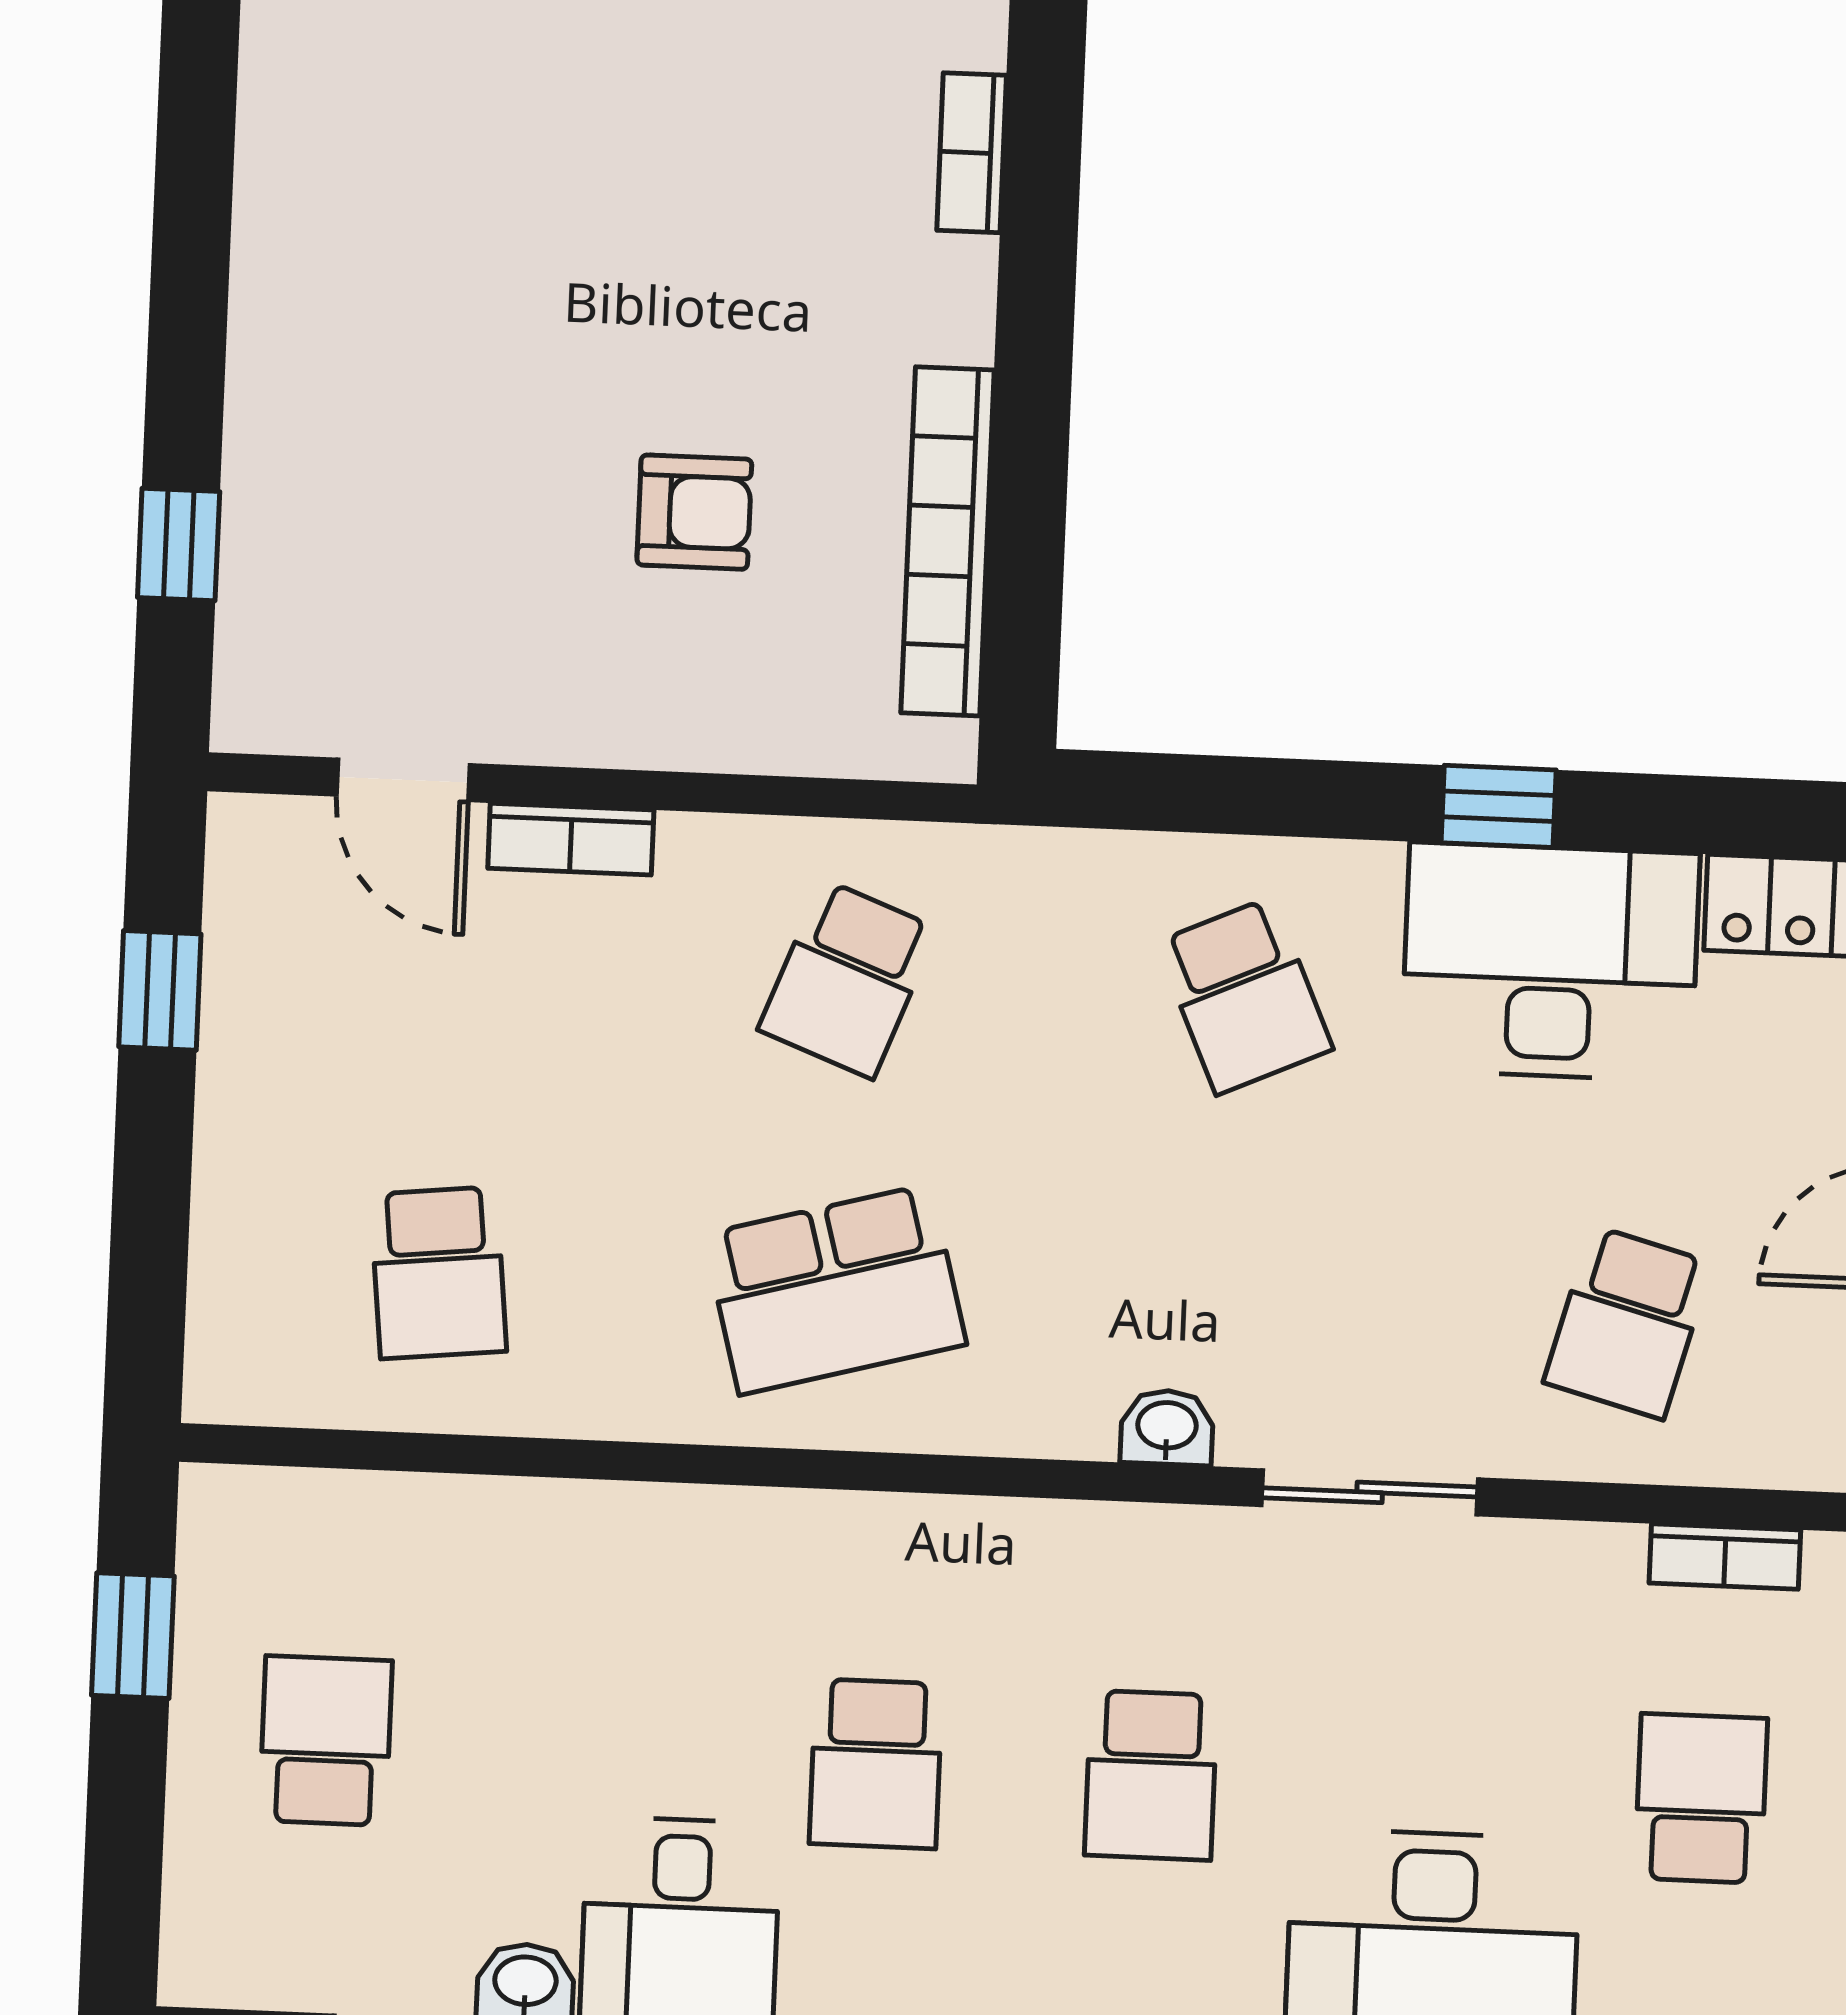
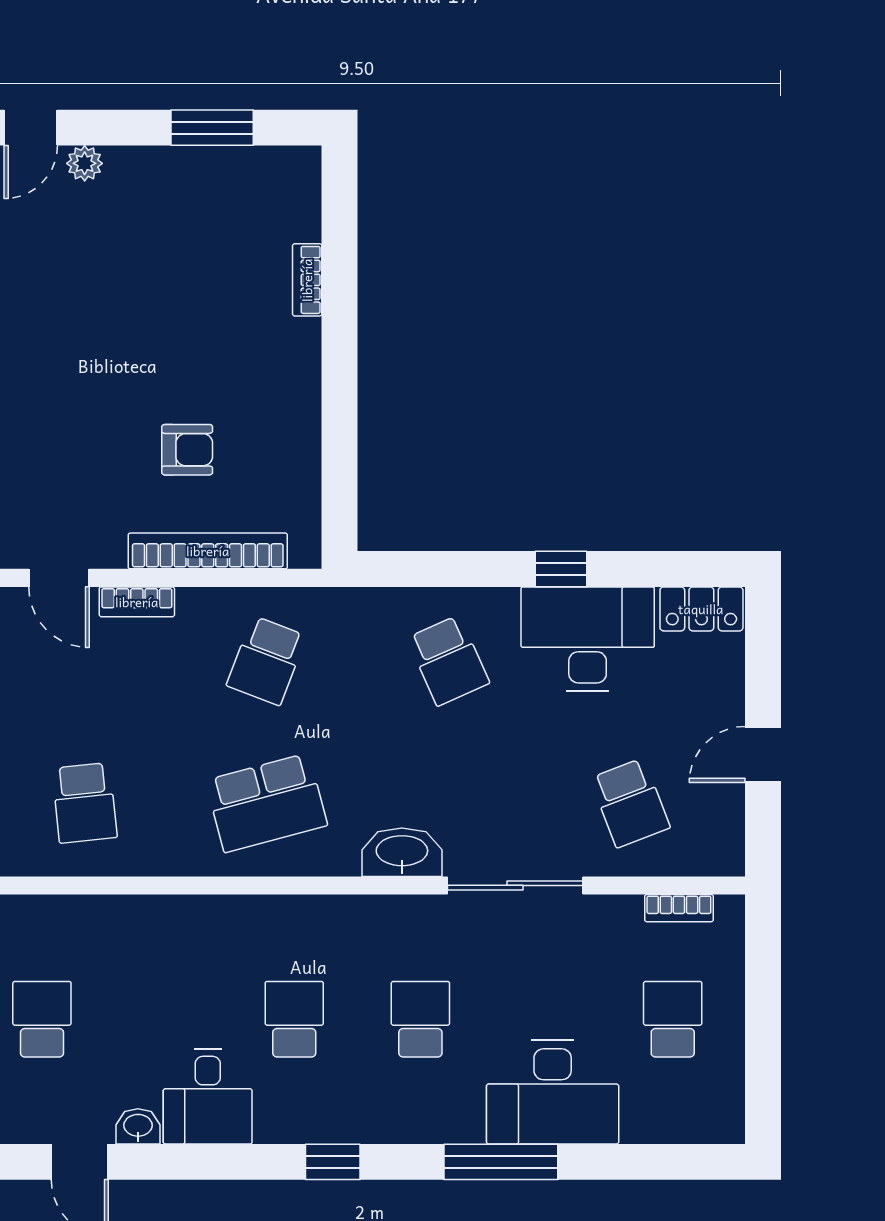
bookcase: (948, 541) -> (208, 551), moved, turned 90
school desk: (1628, 1323) -> (630, 803), turned -36
washbasin: (1167, 1427) -> (402, 852), width x1.91, depth x1.45
sliding door: (1370, 1492) -> (515, 885), width x1.37
school desk: (876, 1764) -> (294, 1019), turned 180
school desk: (1151, 1775) -> (420, 1019), turned 180

